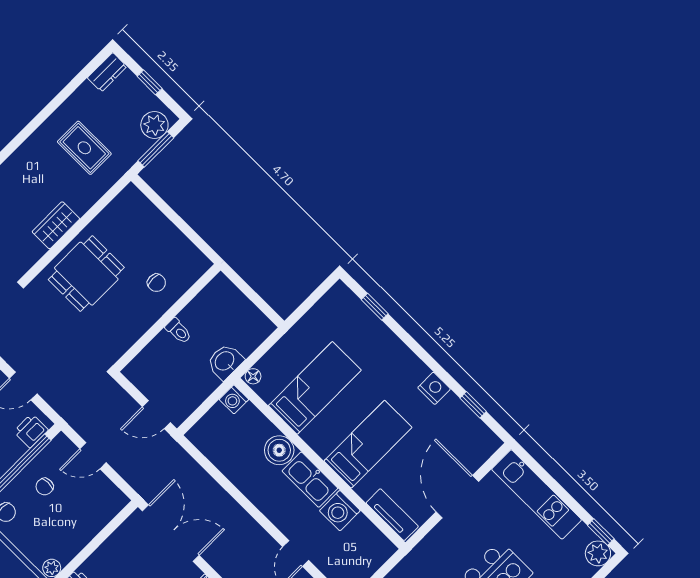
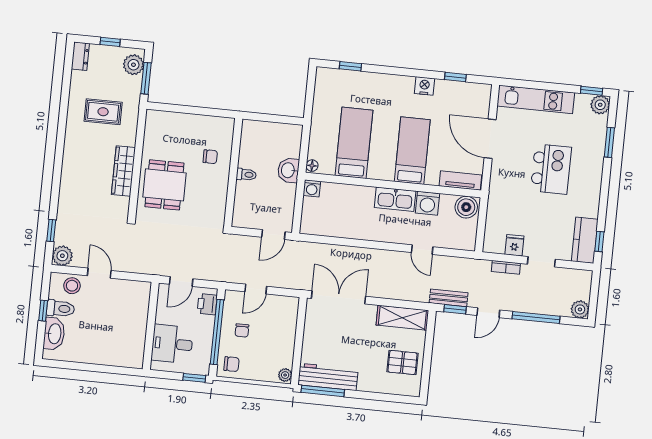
wardrobe: (56, 225) -> (123, 171), width x1.50
boiler: (279, 450) -> (466, 207), moved

